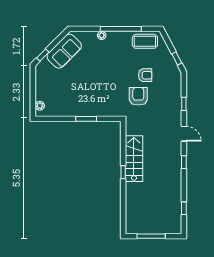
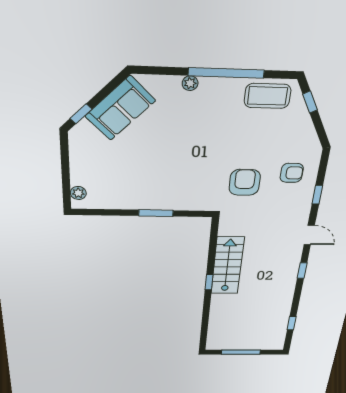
window: (177, 58) -> (310, 102), moved
armchair: (145, 75) -> (292, 173), moved

